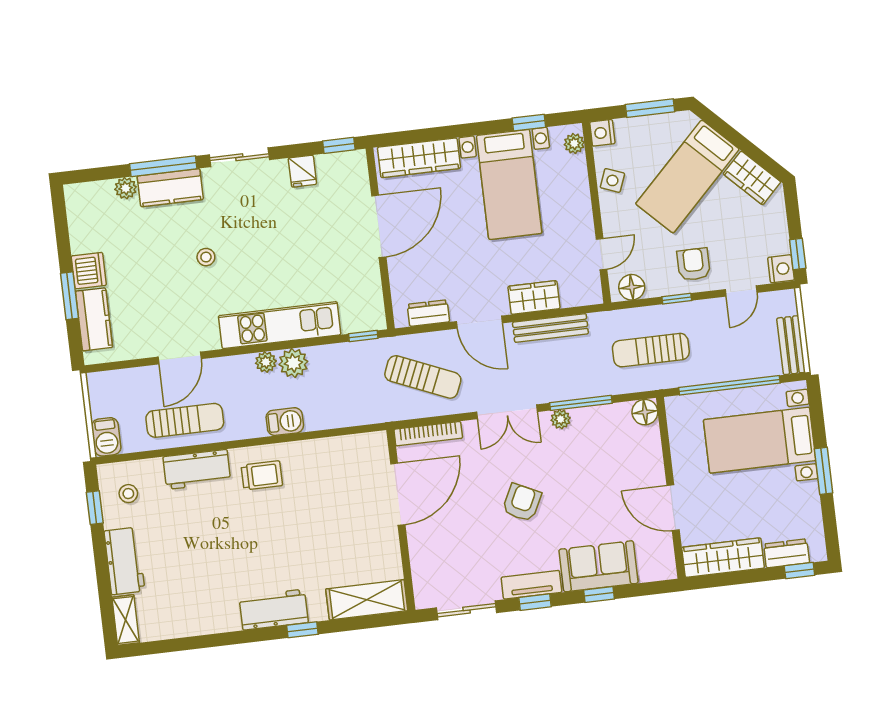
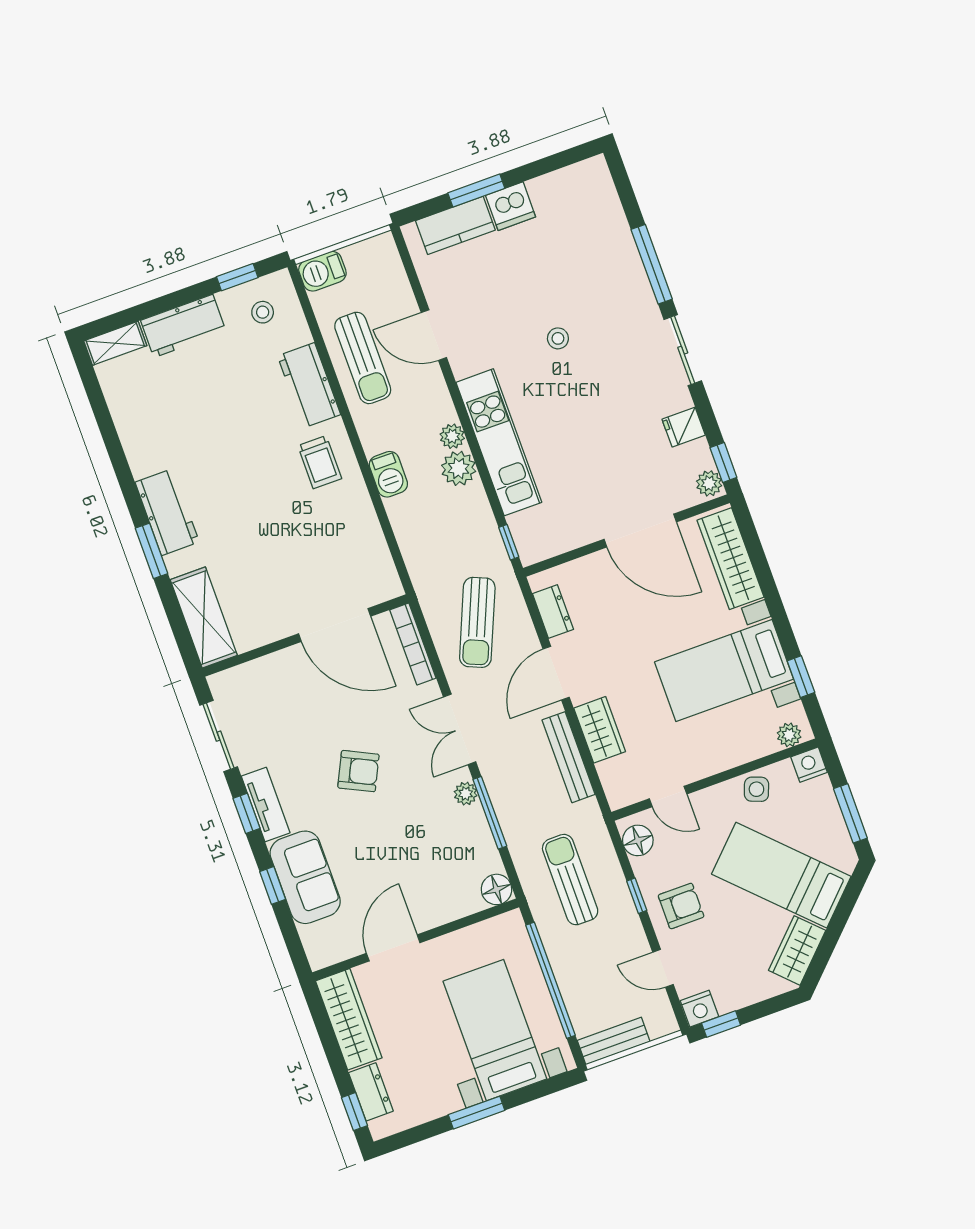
plant: (126, 188) -> (709, 483), moved
kitchen counter: (170, 188) -> (629, 278), removed
window: (302, 630) -> (152, 551), width x1.50

